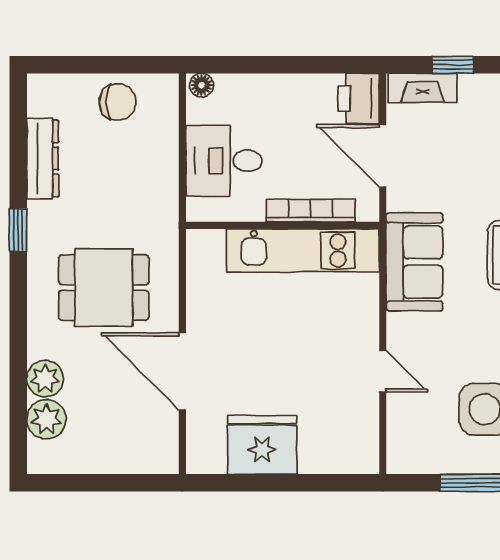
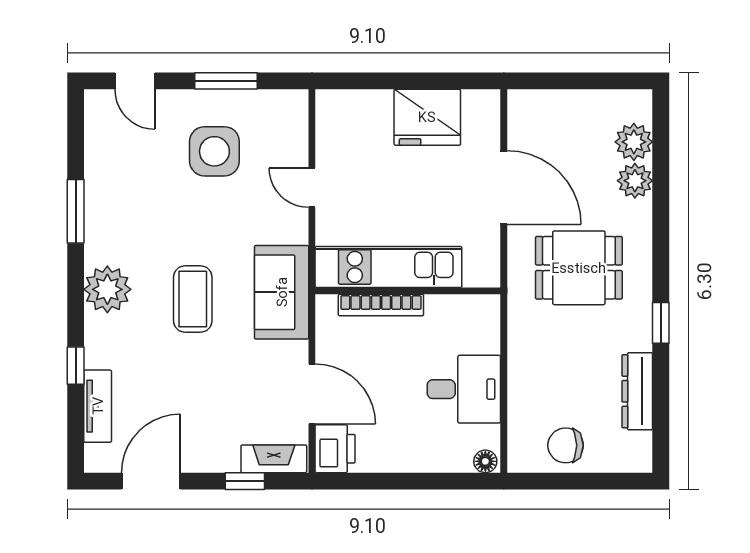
bookcase: (311, 211) -> (381, 305), moved
wall: (283, 225) -> (408, 291), moved
kitchen unit: (303, 250) -> (388, 267), moved

